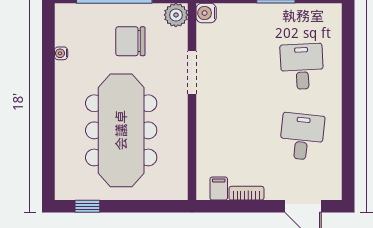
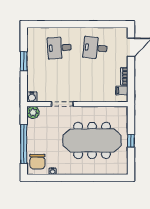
chair: (130, 41) -> (37, 162), moved
window: (87, 206) -> (131, 141), moved

